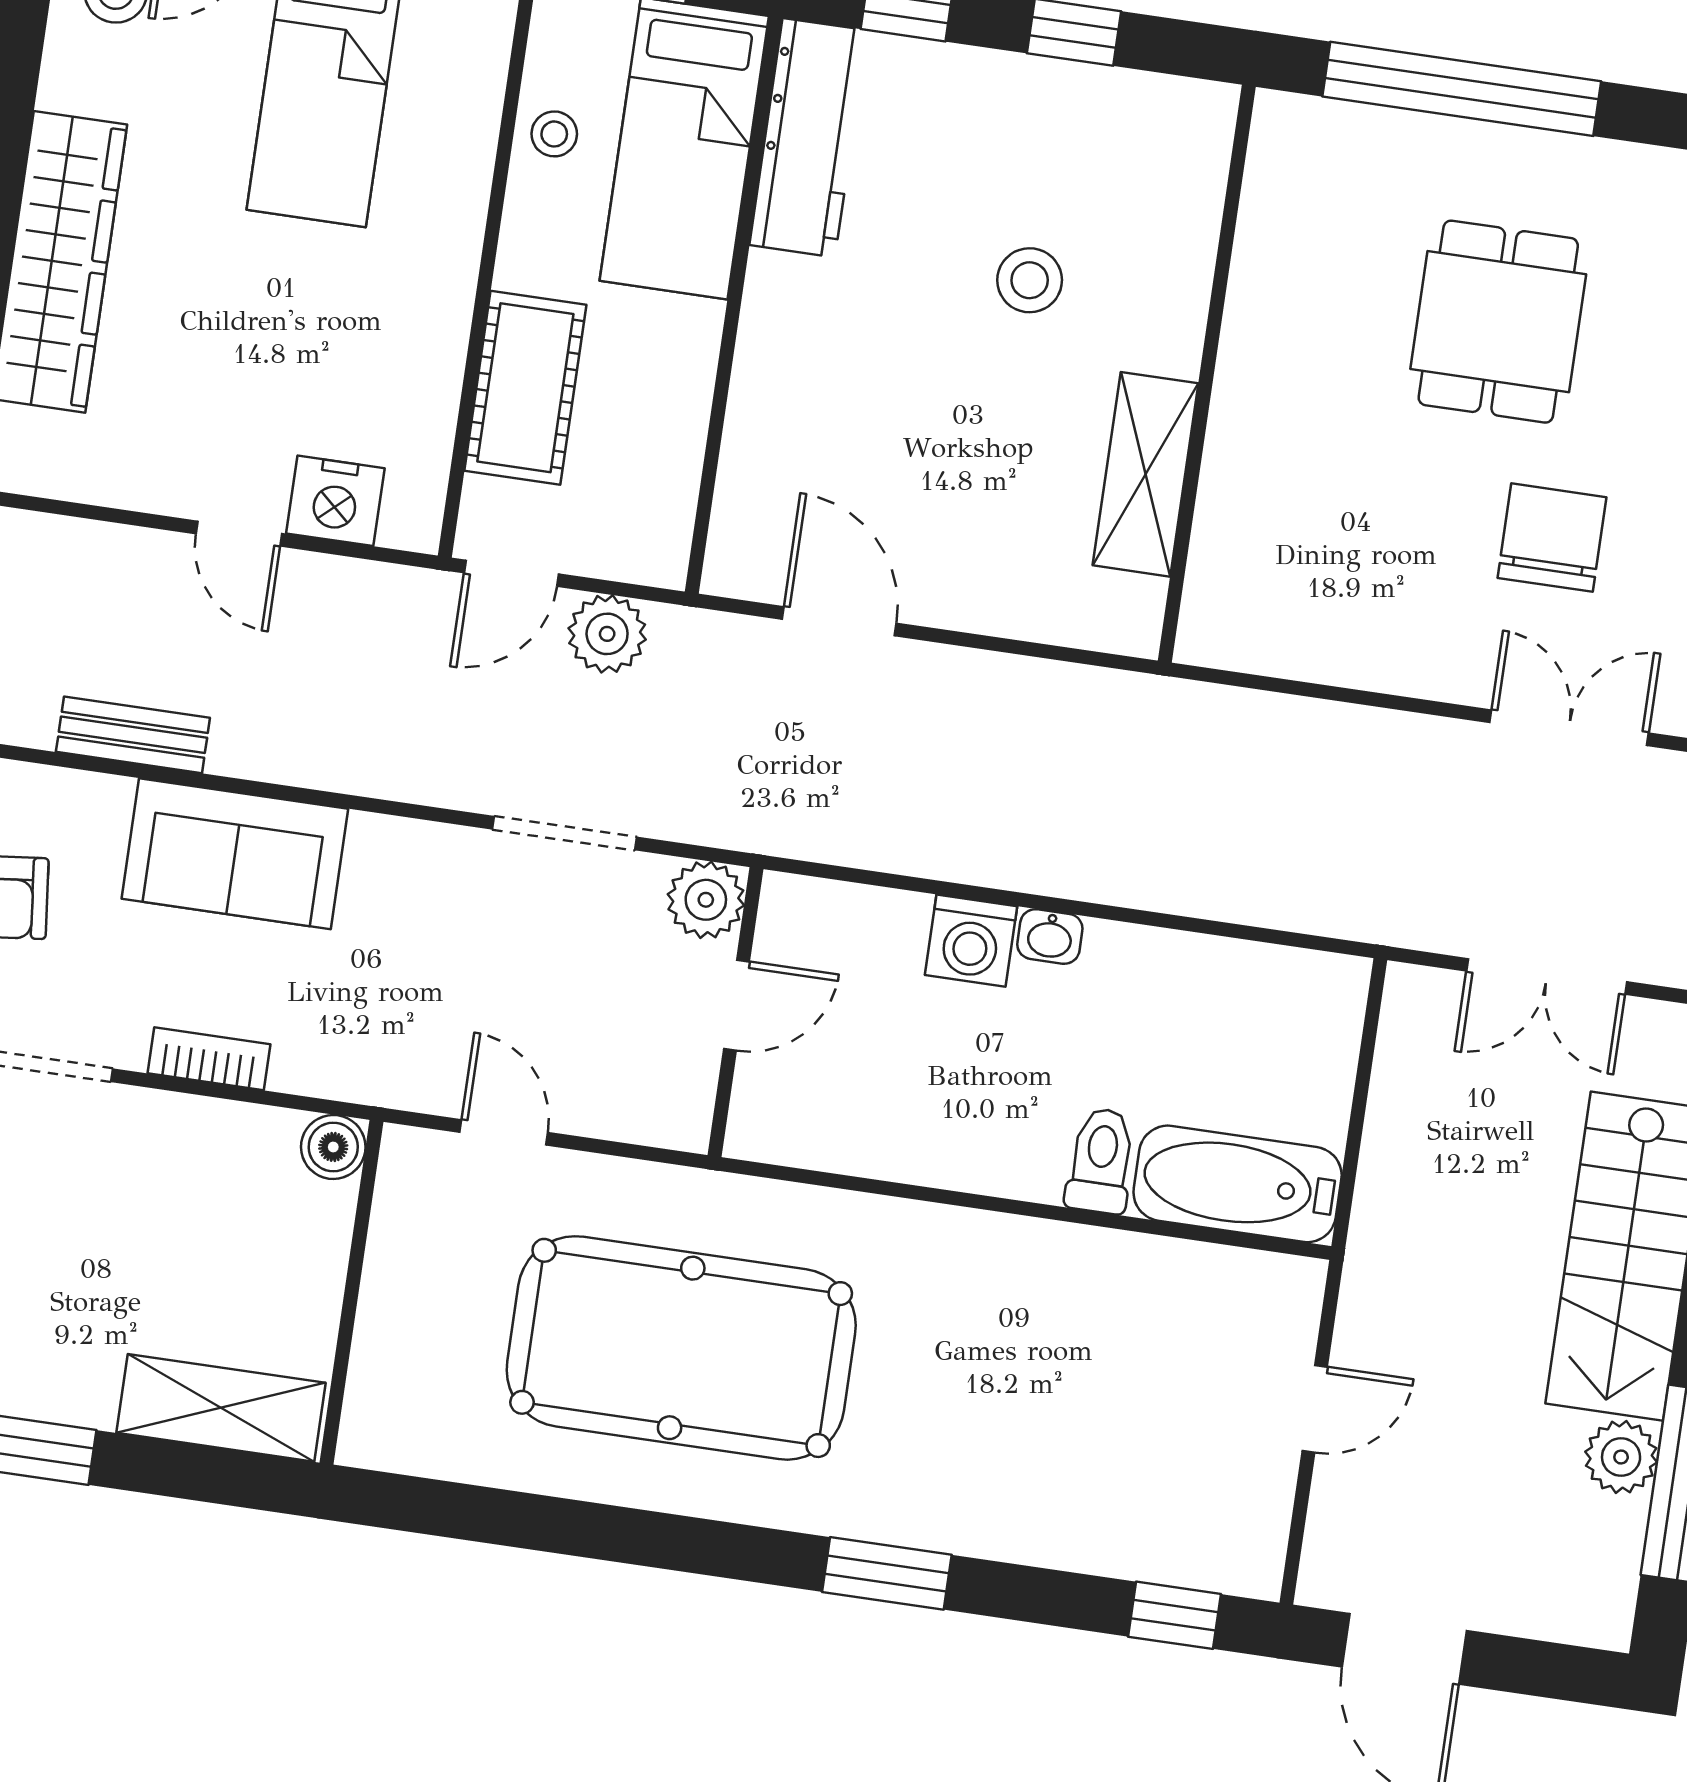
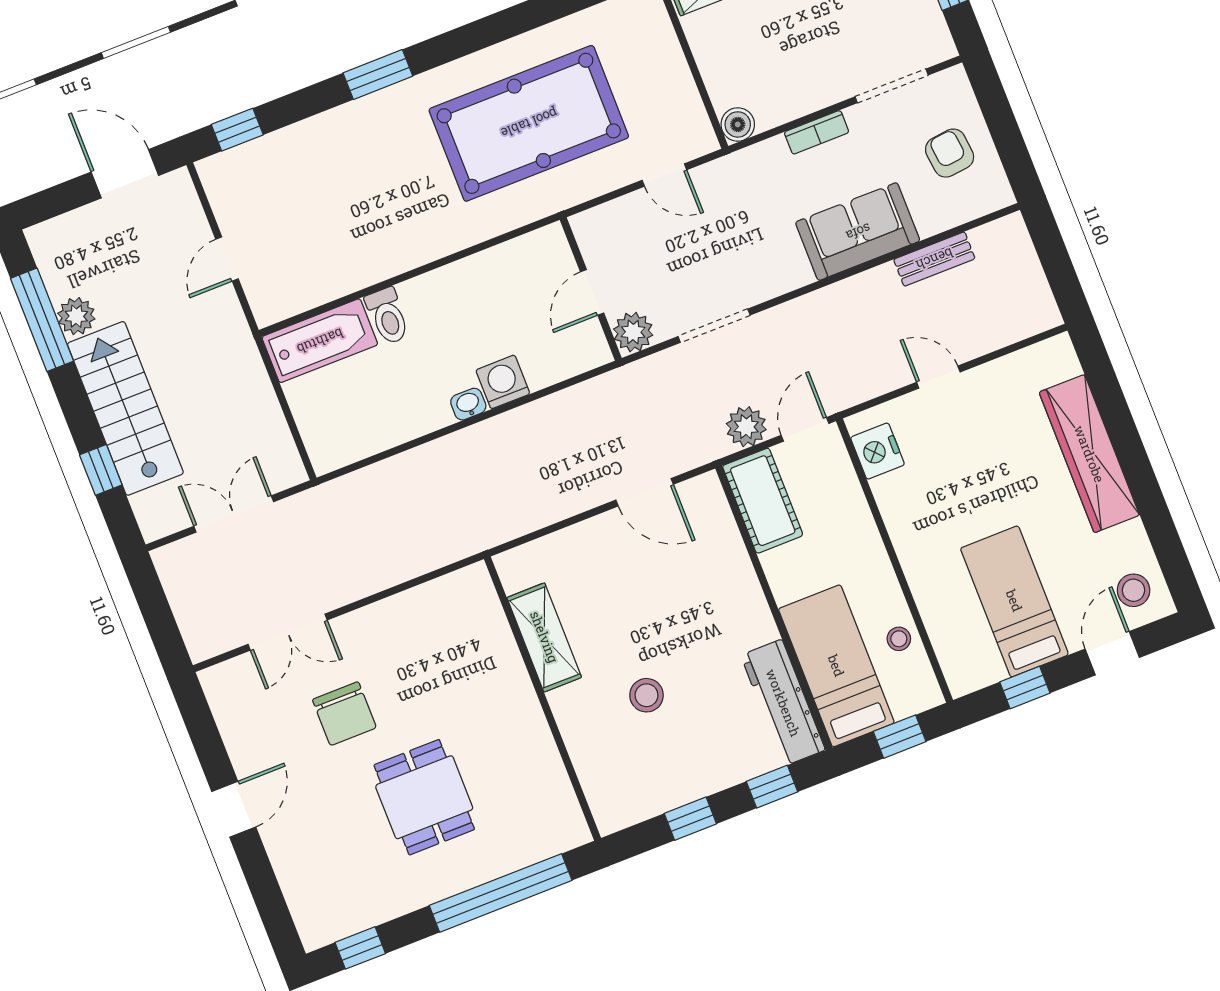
cot: (525, 388) -> (763, 501), moved
nightstand: (335, 501) -> (878, 451), moved, turned -90

